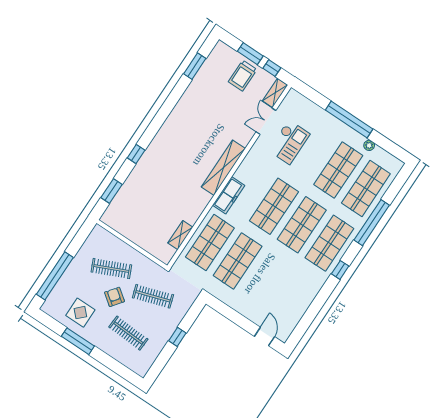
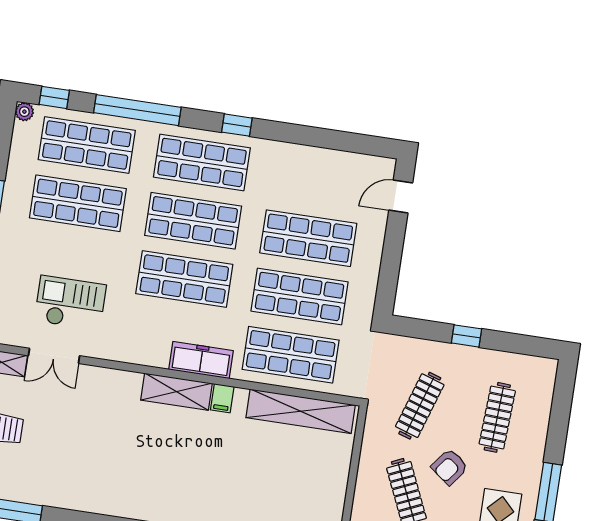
plant: (369, 145) -> (24, 112), moved
shelving: (223, 168) -> (176, 392), width x0.68
window: (398, 183) -> (54, 97), added
filing cabinet: (204, 197) -> (222, 398), added
shelving: (180, 235) -> (301, 411), width x2.20, depth x1.33
shop shelf: (265, 279) -> (308, 238), added
clothes rail: (153, 296) -> (420, 406), turned 36

